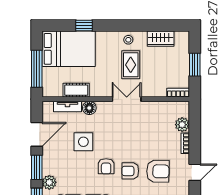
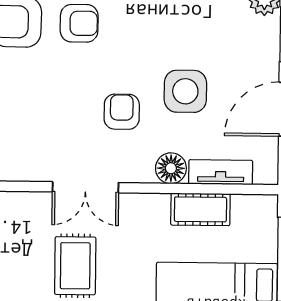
armchair: (106, 166) -> (122, 112), moved

